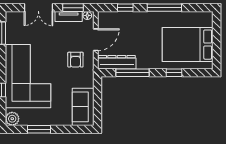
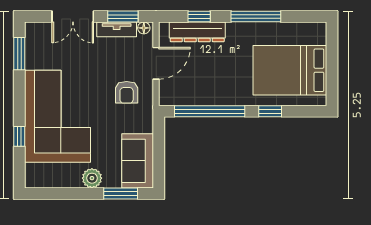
dresser: (117, 62) -> (197, 32), moved, turned 180
window: (132, 73) -> (210, 111), width x1.46
plant: (12, 119) -> (92, 178), moved
window: (39, 129) -> (121, 193), moved

